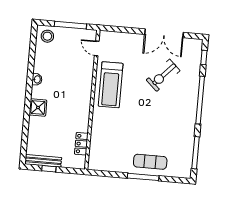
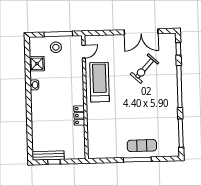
stool: (47, 36) -> (56, 47), moved
door: (97, 48) -> (84, 52), swing flipped
treadmill: (111, 85) -> (99, 82), turned 180
shower: (38, 108) -> (37, 64), moved
locker: (81, 144) -> (79, 115), moved

